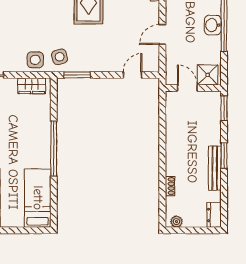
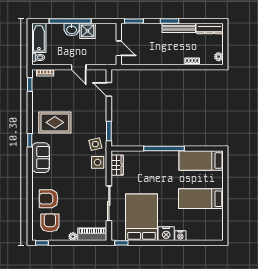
shower: (208, 75) -> (88, 31), moved
door: (187, 88) -> (119, 48), swing flipped
dresser: (214, 215) -> (210, 29), width x1.44

